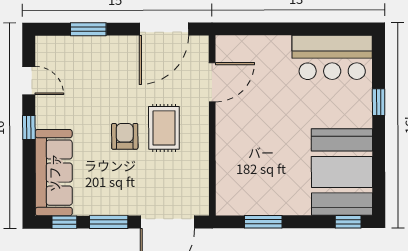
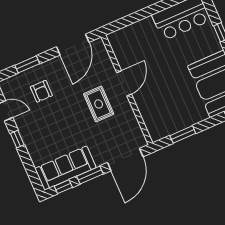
door: (212, 82) -> (124, 83), moved
armchair: (125, 136) -> (41, 91), moved, turned 180
sofa: (54, 173) -> (65, 168), moved, turned -90

